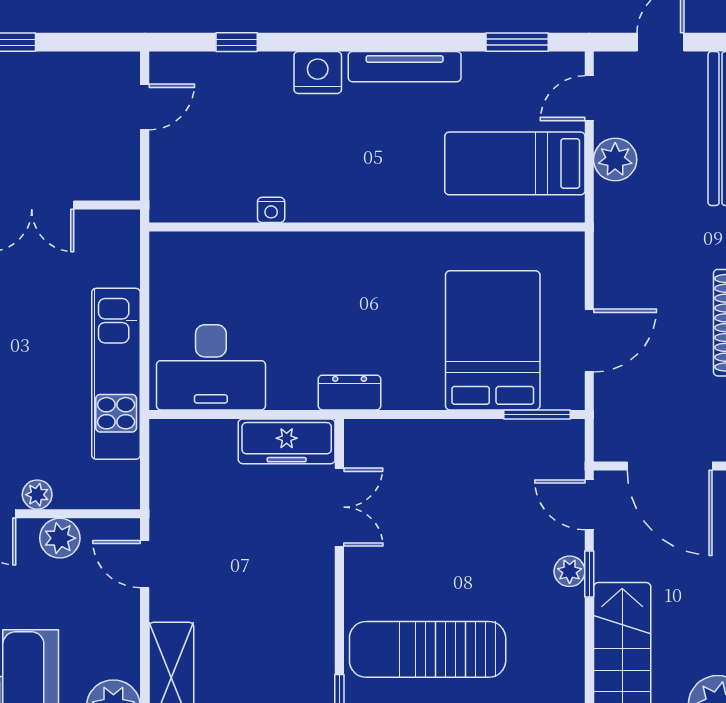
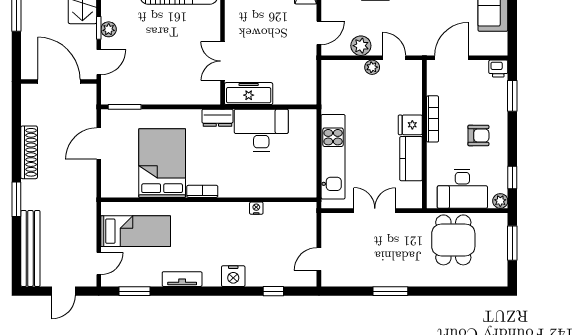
tv unit: (405, 67) -> (182, 279), width x0.71
plant: (615, 160) -> (86, 233), removed
bookcase: (380, 244) -> (202, 191), added
bed: (493, 340) -> (162, 163), moved, turned 180
desk: (211, 367) -> (261, 130), moved
kitchen unit: (116, 374) -> (333, 157), moved
door: (589, 505) -> (99, 62), hinge flipped
door: (145, 564) -> (319, 33), hinge flipped

